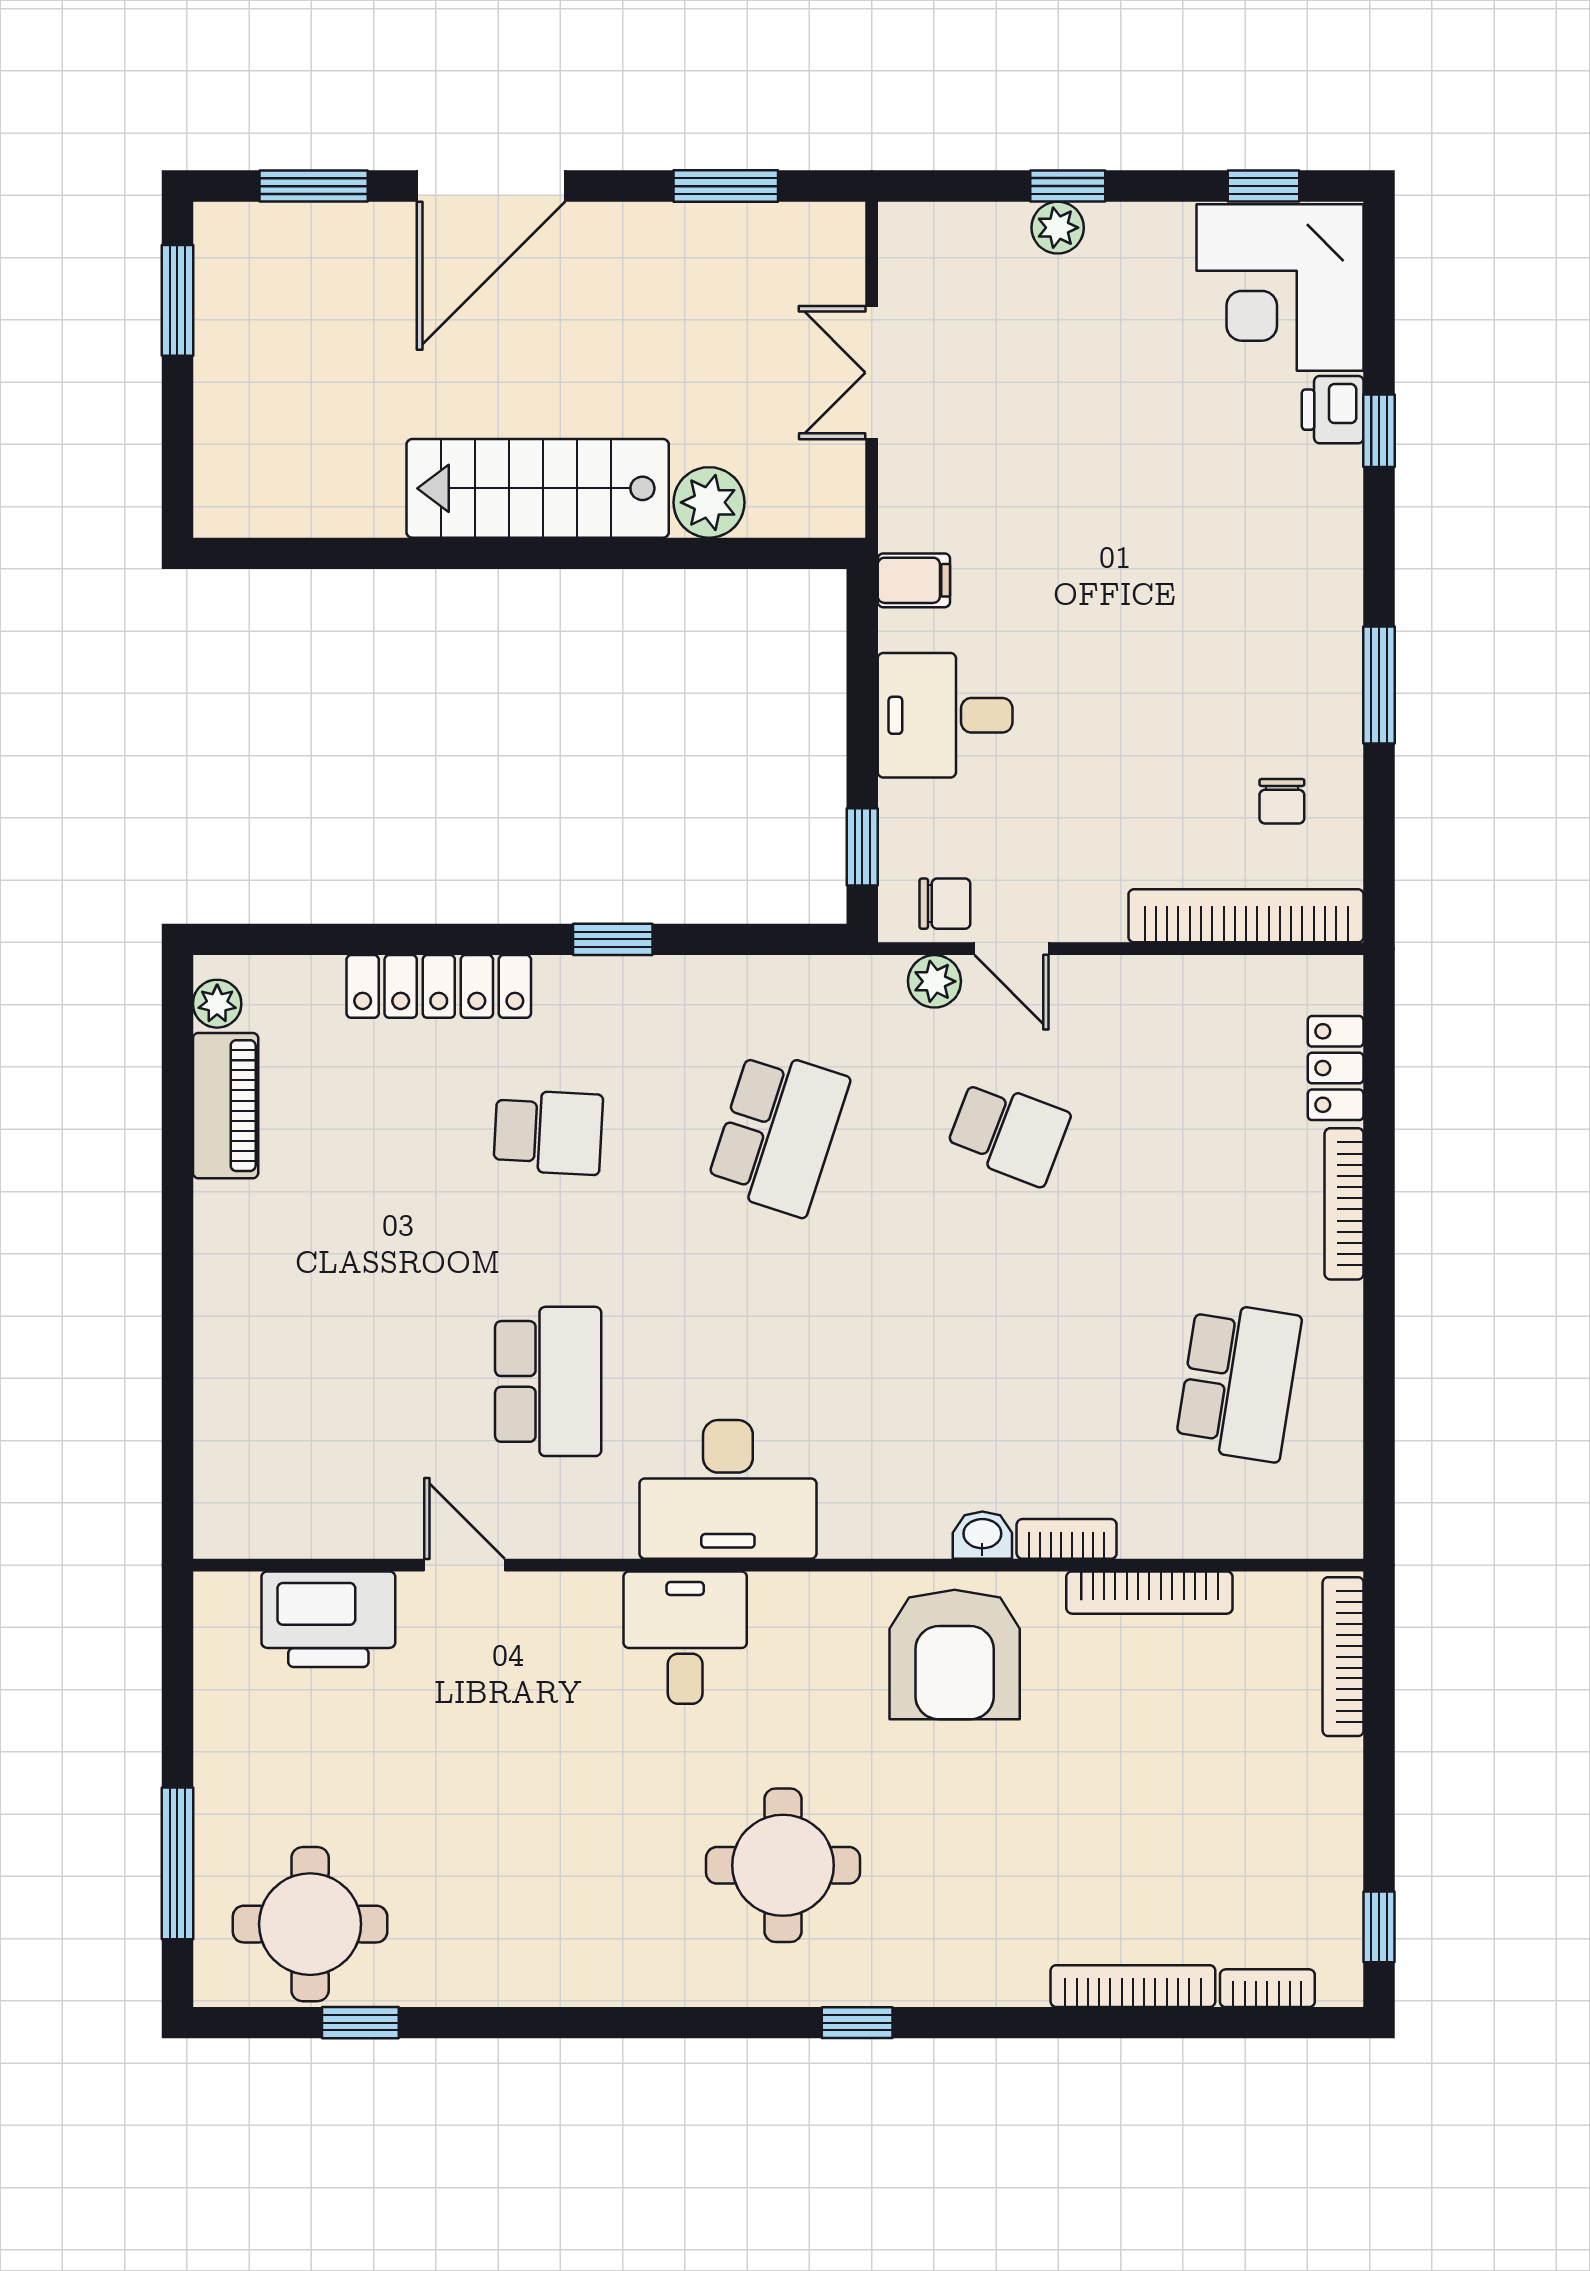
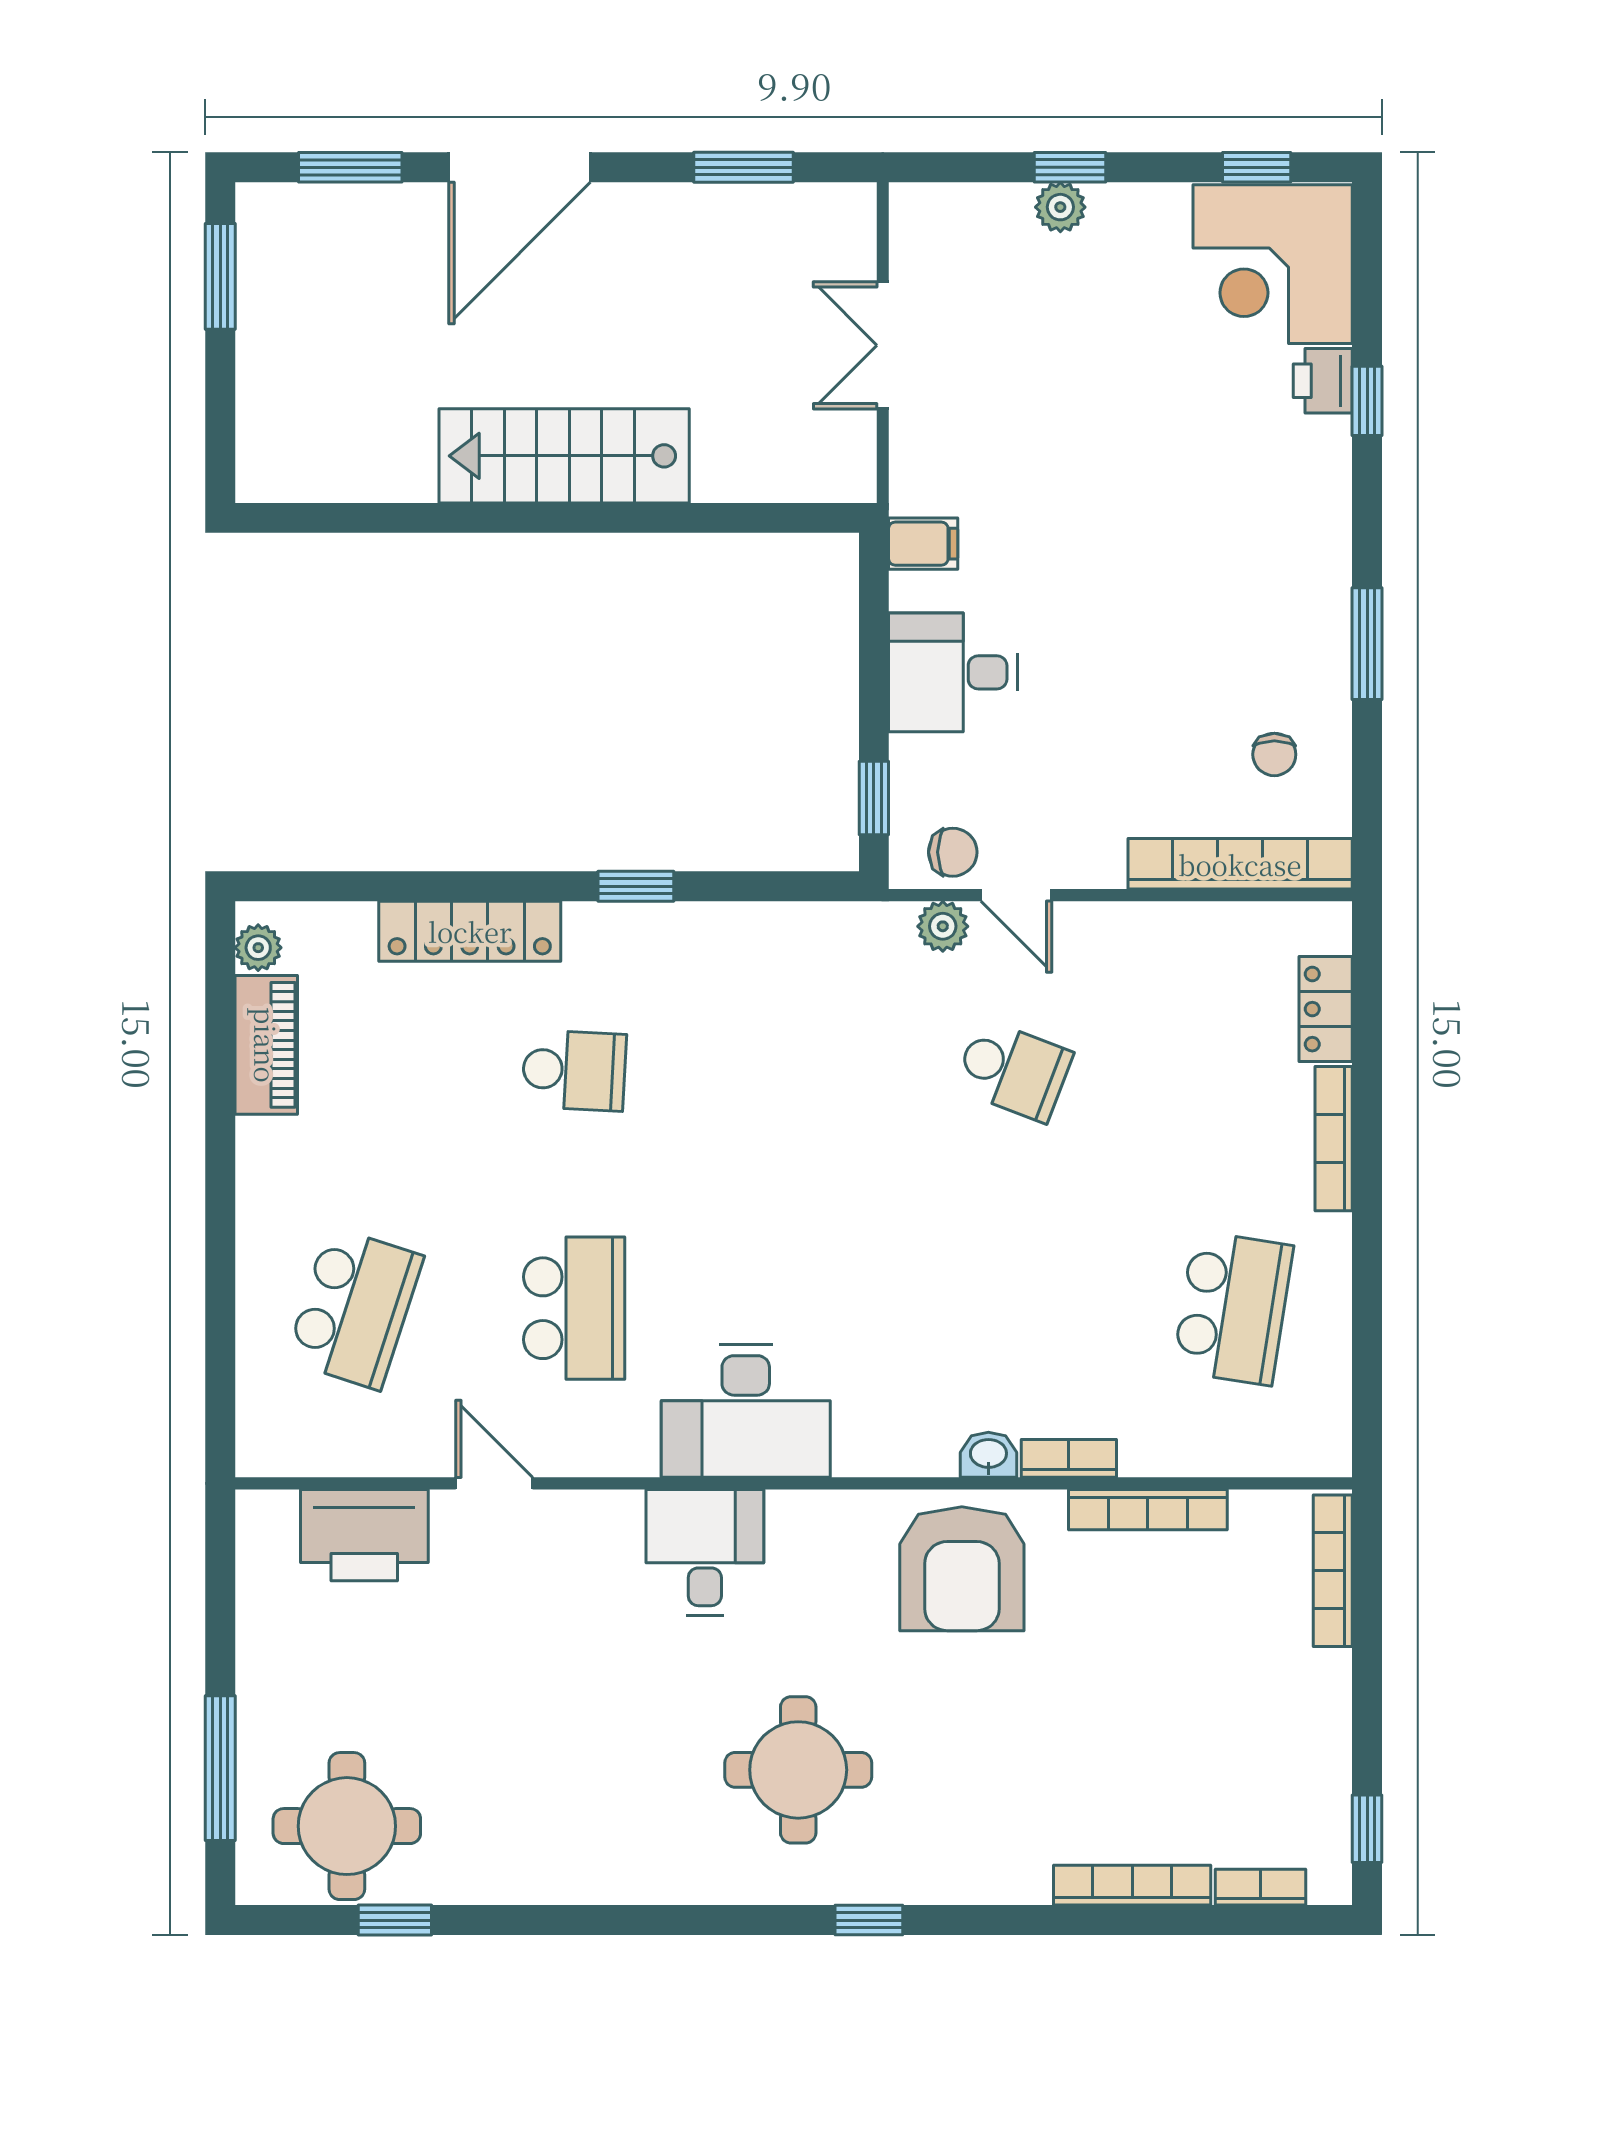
plant: (709, 502) -> (728, 469), removed
school desk: (778, 1132) -> (354, 1308), moved

